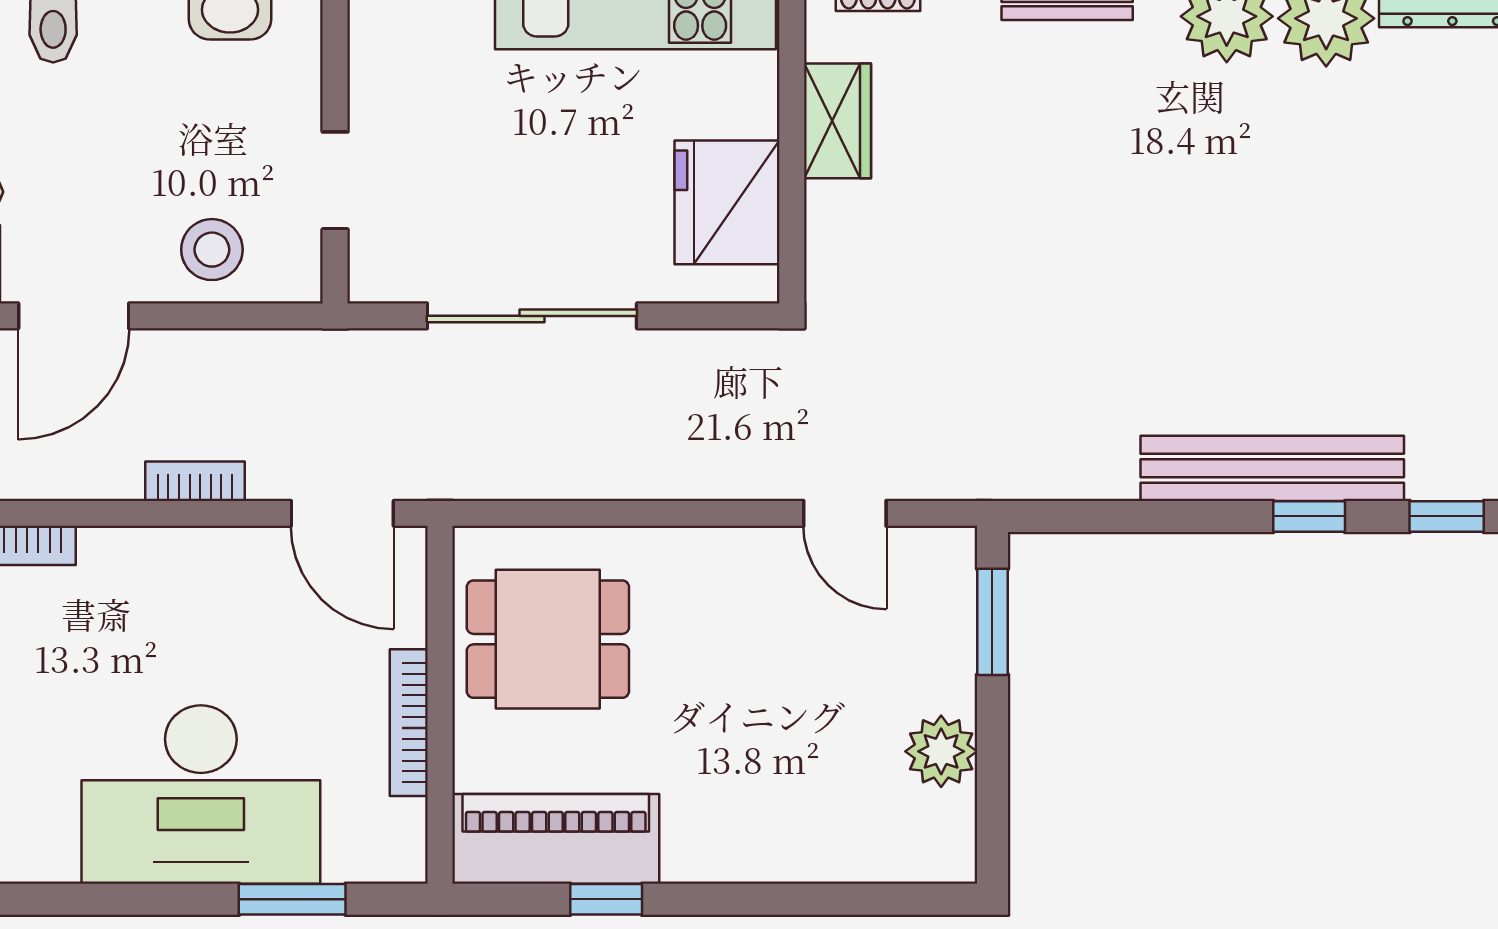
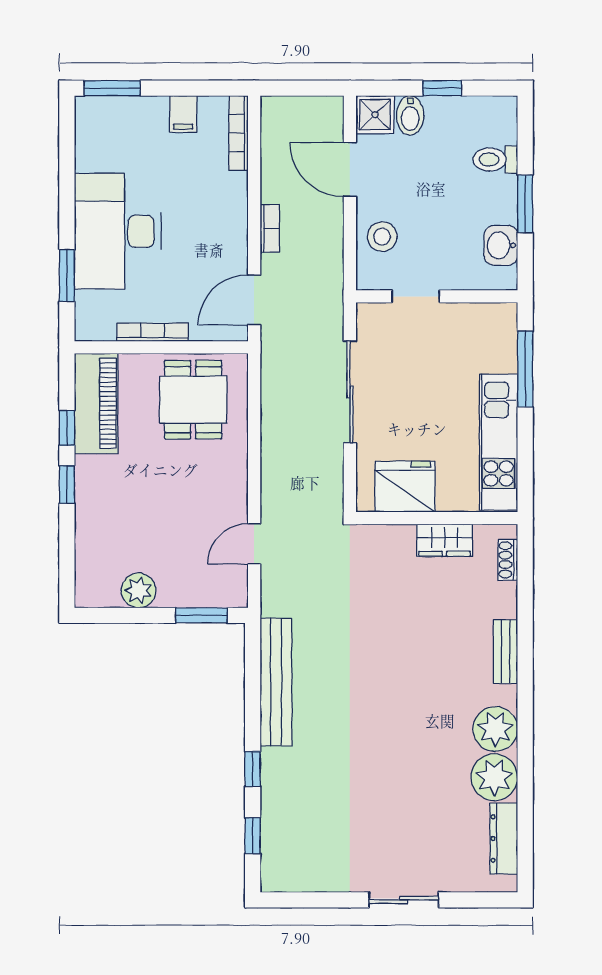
bench: (1272, 468) -> (276, 682), moved
window: (723, 899) -> (67, 485), added

